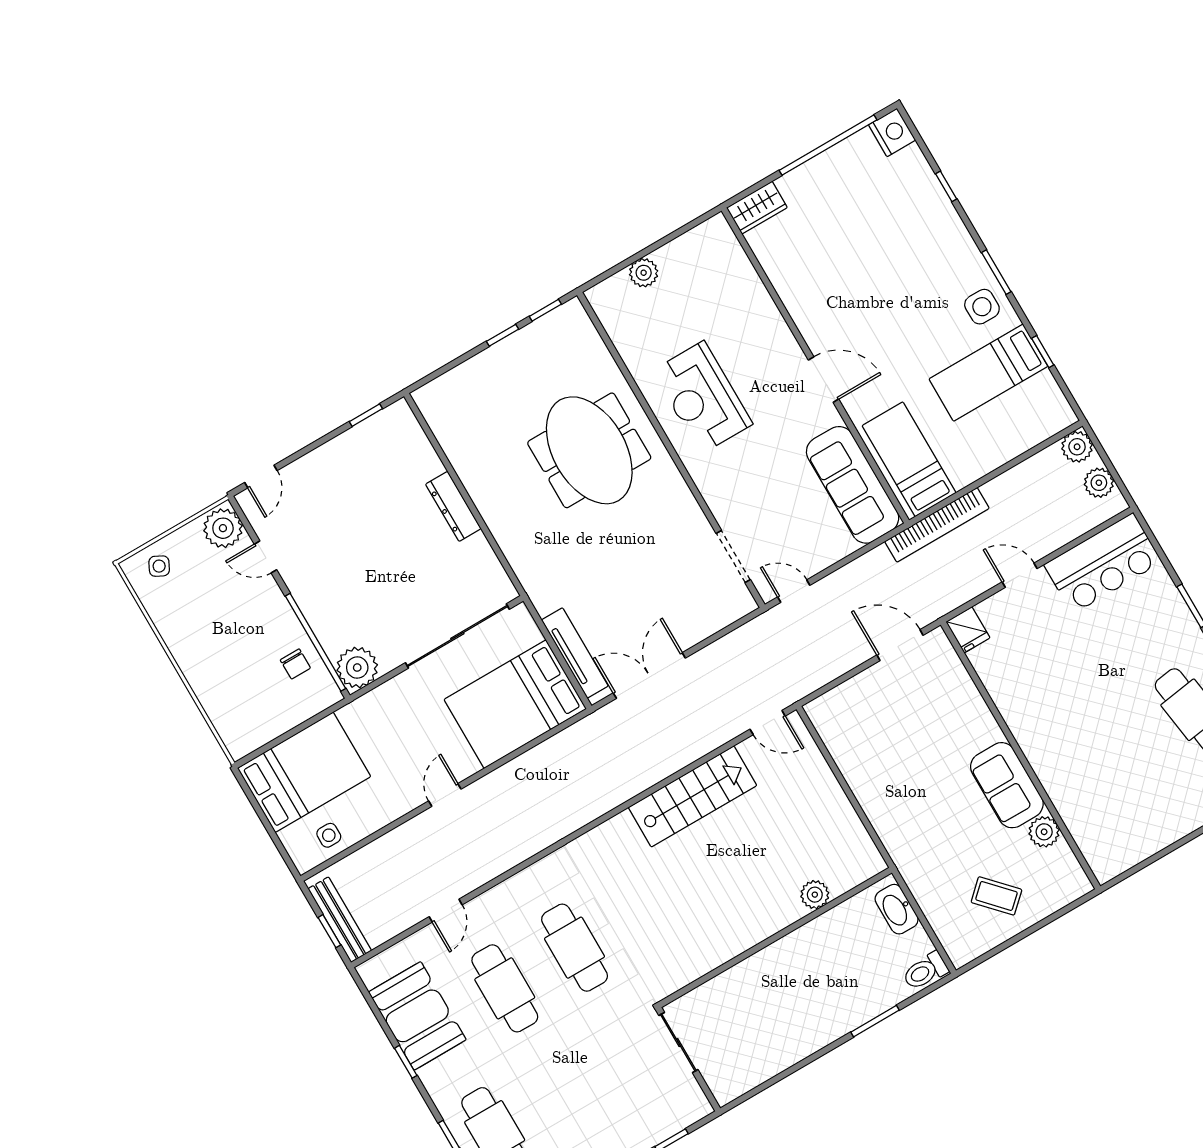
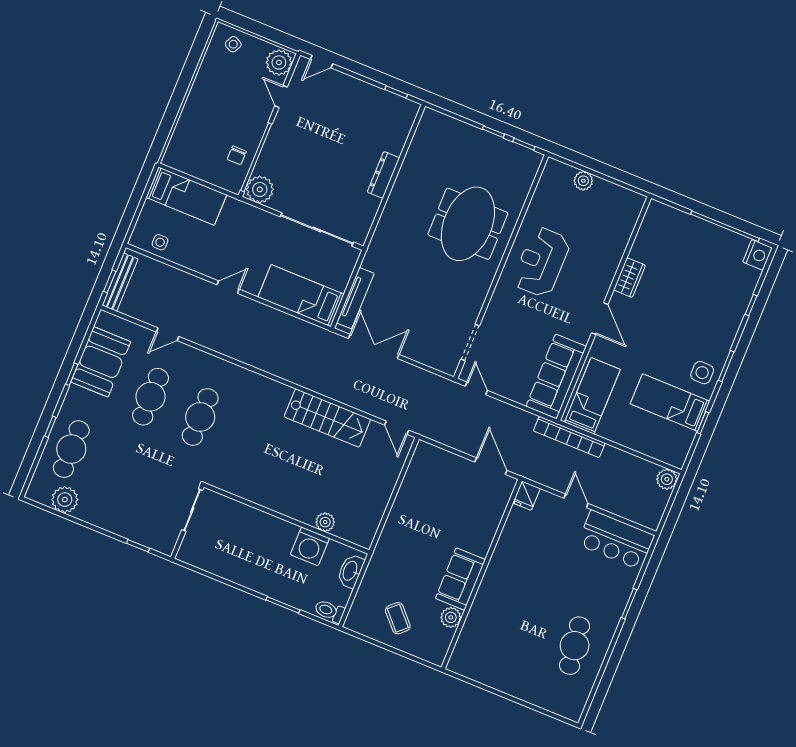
wardrobe: (757, 208) -> (629, 278), moved, turned -90
plant: (1099, 483) -> (657, 505), removed
bed: (515, 704) -> (301, 296), width x0.67
bed: (304, 772) -> (186, 196), width x0.67
washing machine: (830, 935) -> (310, 546), added

